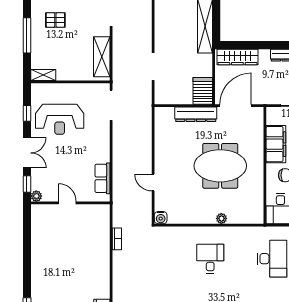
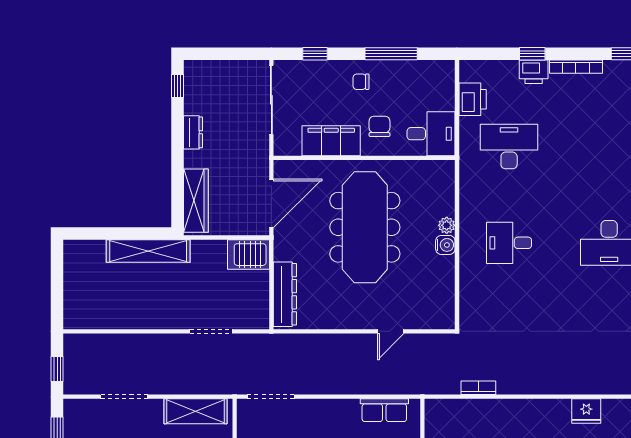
door: (236, 106) -> (271, 203), swing flipped
dresser: (196, 114) -> (285, 294), moved
meeting table: (220, 166) -> (365, 227), width x1.36
water cooler: (161, 218) -> (445, 245), moved

